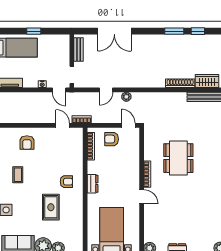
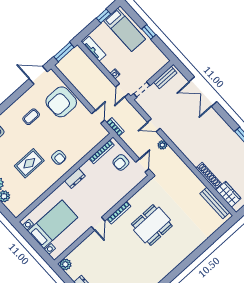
armchair: (112, 139) -> (121, 162), turned -90
armchair: (27, 143) -> (61, 102), width x1.88, depth x1.88

